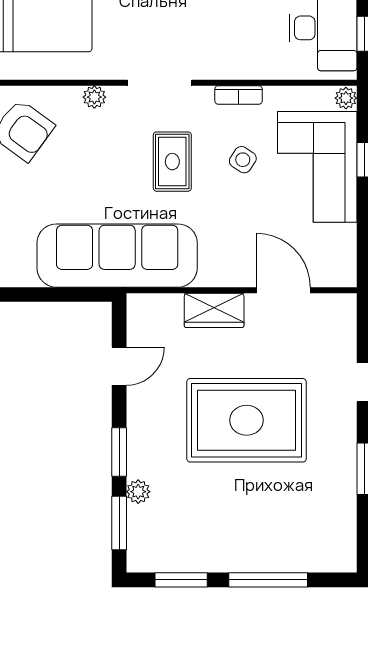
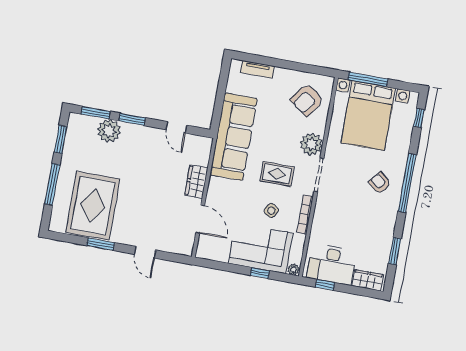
bookcase: (239, 95) -> (305, 214), width x1.56
plant: (94, 97) -> (311, 144), width x1.88, depth x1.88
door: (283, 290) -> (200, 219), hinge flipped
rug: (246, 420) -> (93, 206), moved
plant: (138, 492) -> (109, 131), width x1.87, depth x1.87

